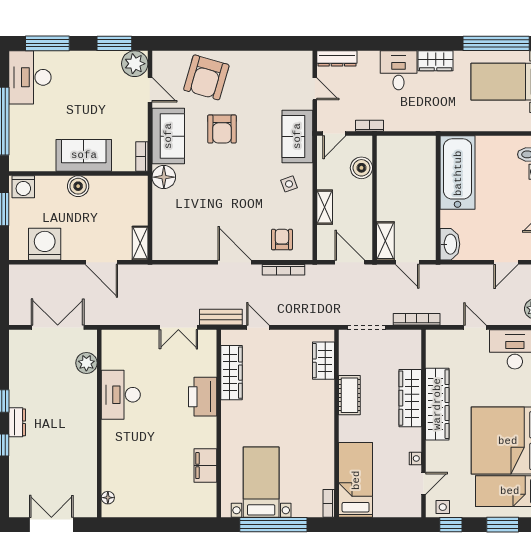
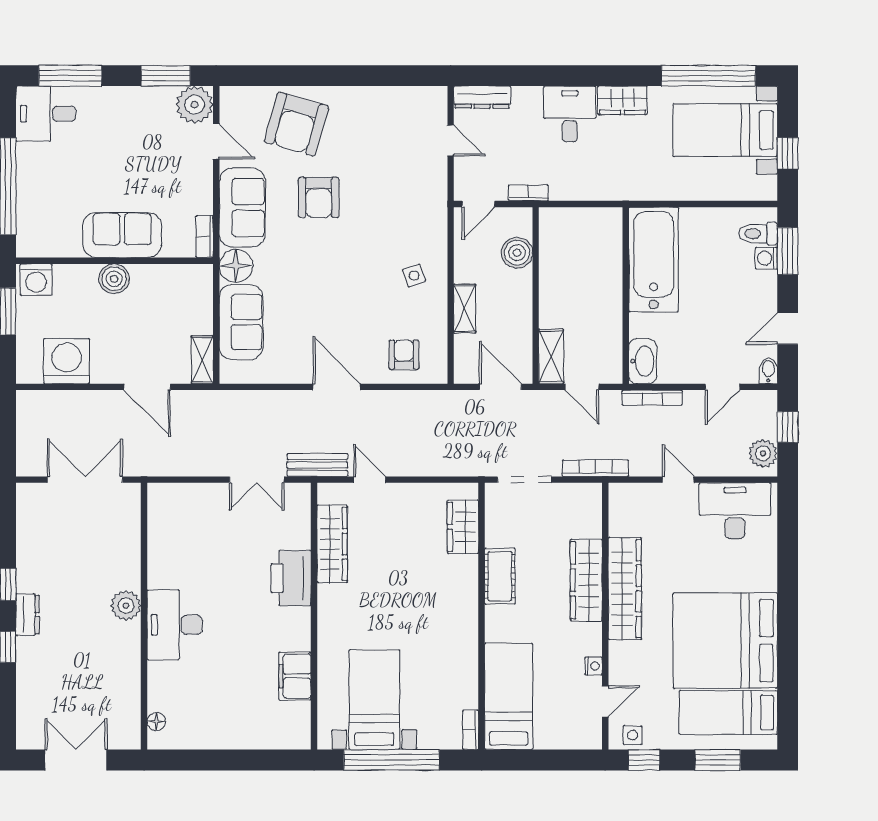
desk: (30, 77) -> (46, 114), width x0.73
sofa: (297, 136) -> (241, 322), moved, turned 180
bookcase: (284, 270) -> (652, 398), moved
plant: (86, 363) -> (126, 606), moved
desk: (121, 395) -> (175, 625), moved

